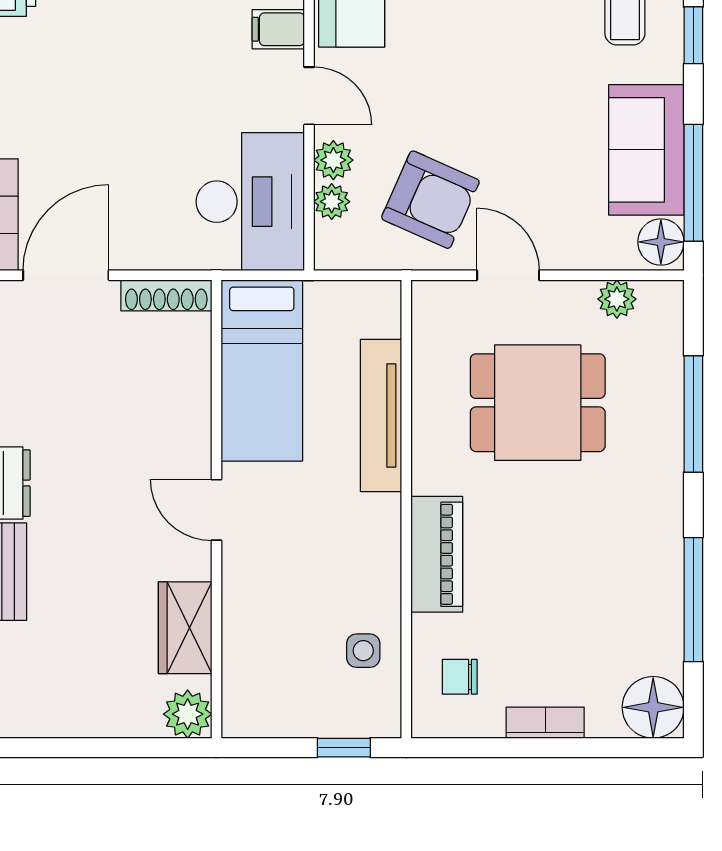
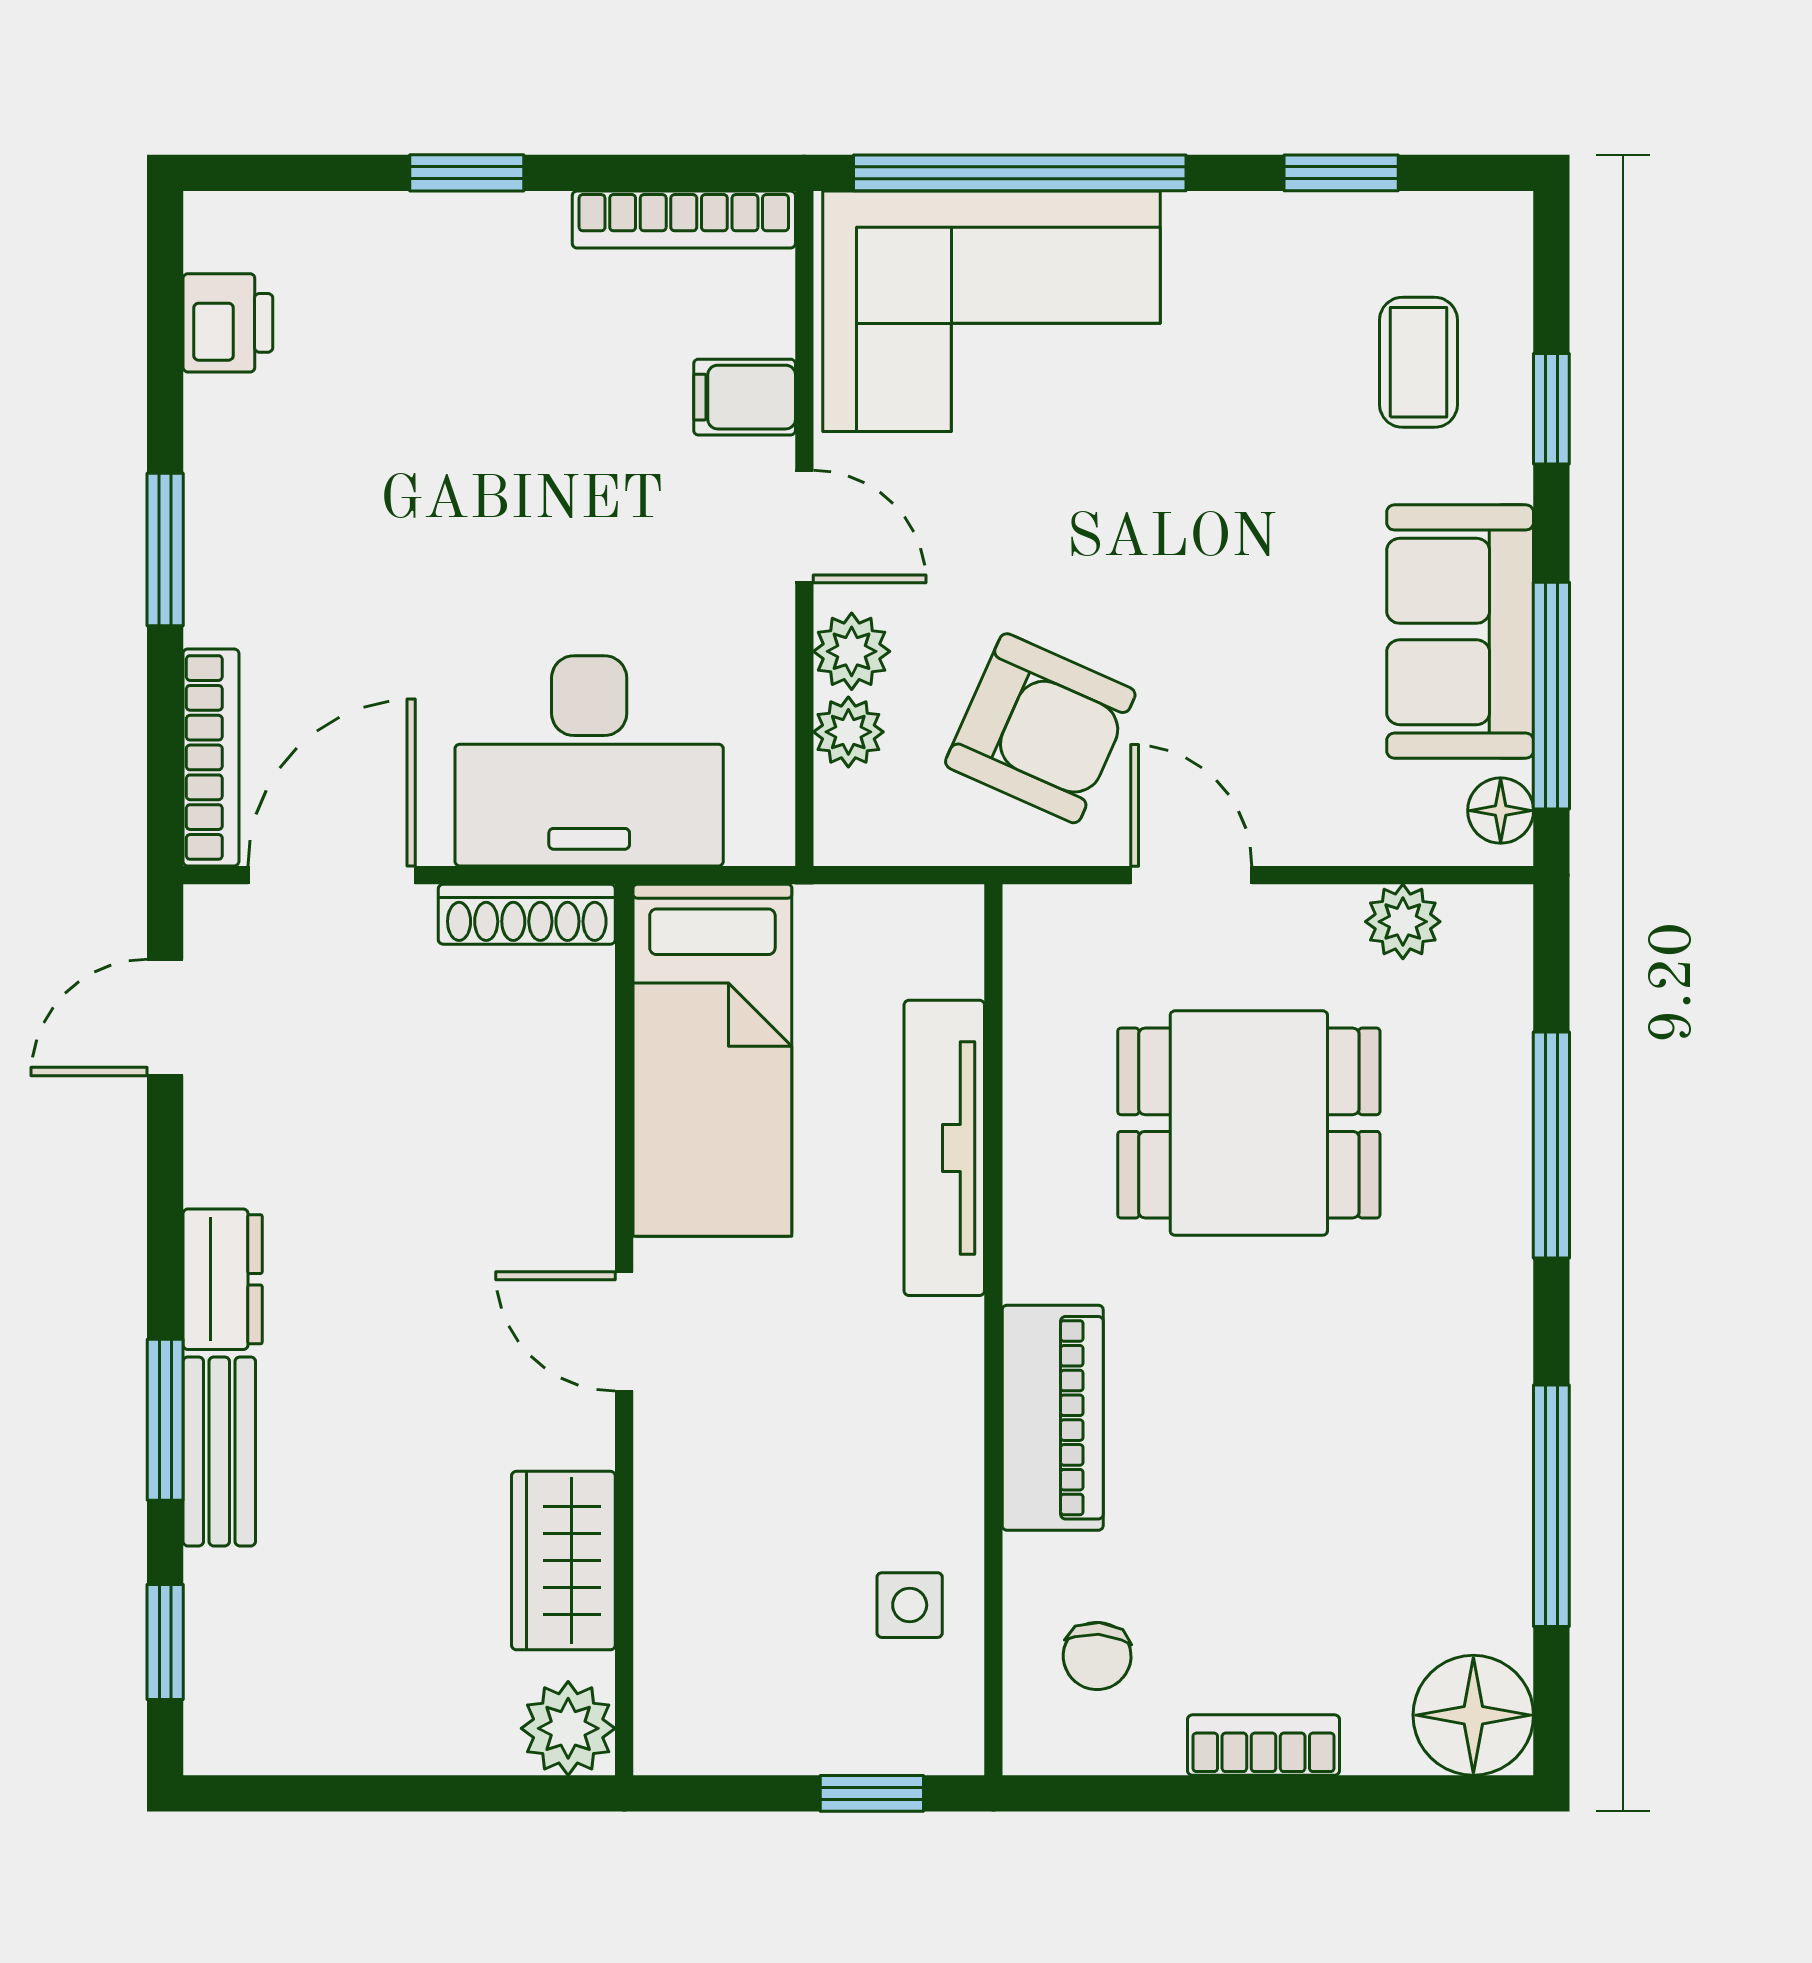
desk: (250, 202) -> (589, 761), moved, turned 90
floor lamp: (661, 242) -> (1501, 811), width x0.73, depth x0.73
chair: (460, 677) -> (1097, 1656), turned -86

